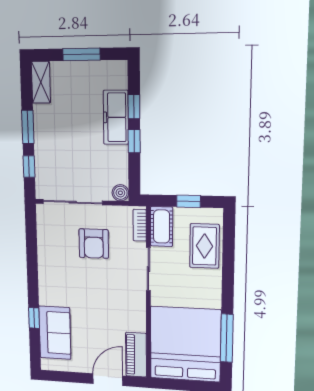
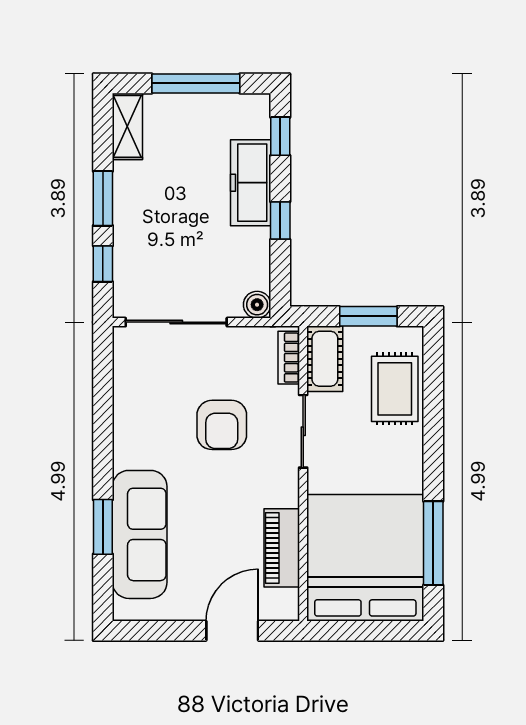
window: (81, 54) -> (196, 83), width x1.44
window: (134, 107) -> (280, 136), moved
window: (189, 201) -> (368, 316), width x1.50
armchair: (94, 244) -> (222, 425), moved
window: (34, 318) -> (103, 527), width x1.50
sofa: (55, 333) -> (140, 534), width x1.36
piano: (136, 355) -> (282, 548), moved

